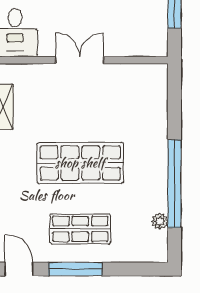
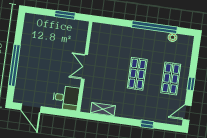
shop shelf: (80, 163) -> (137, 74), width x0.70, depth x0.74
window: (75, 269) -> (191, 84), width x0.46

